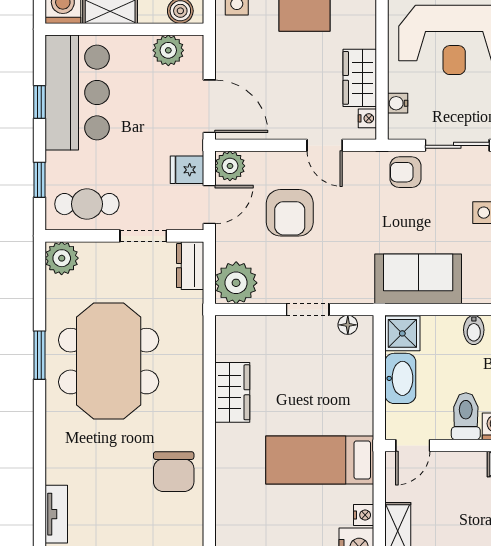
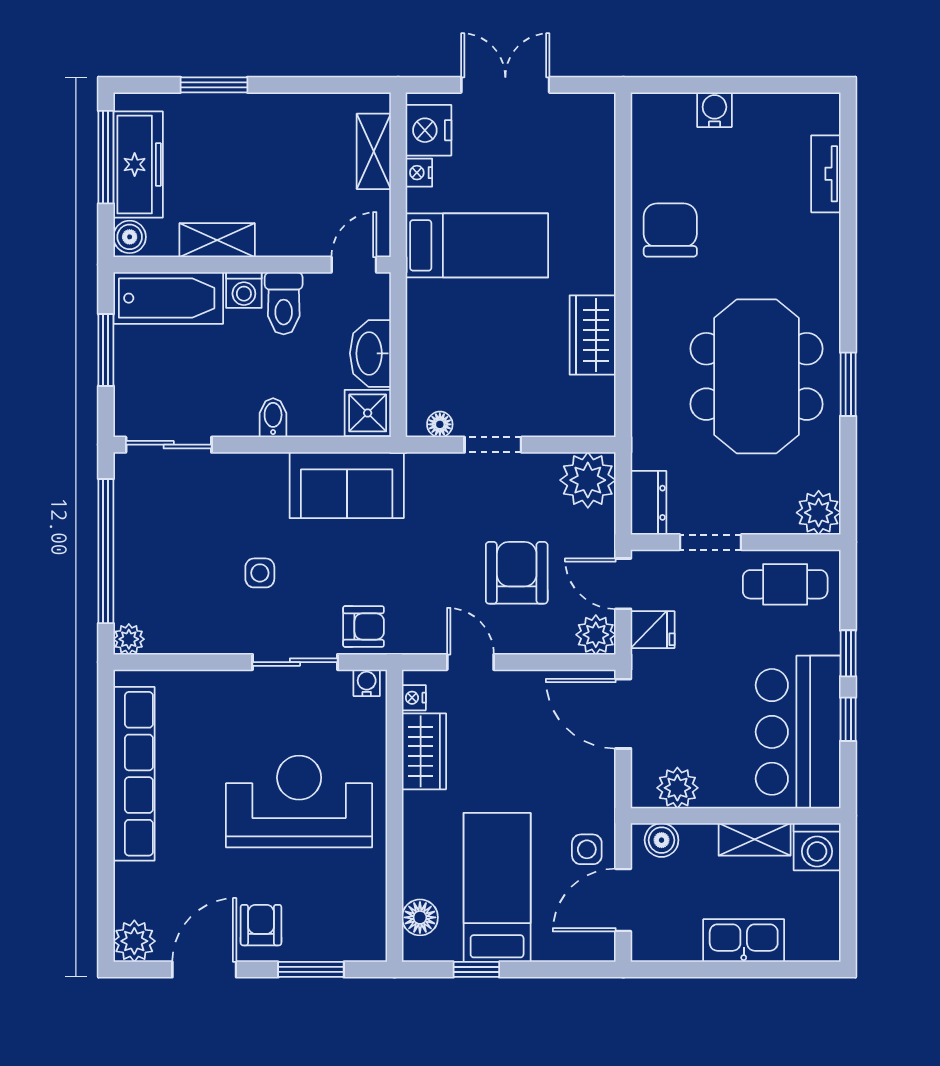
water cooler: (398, 103) -> (367, 683), moved, turned -90
window: (39, 180) -> (848, 653), moved
door: (209, 204) -> (623, 584), hinge flipped

